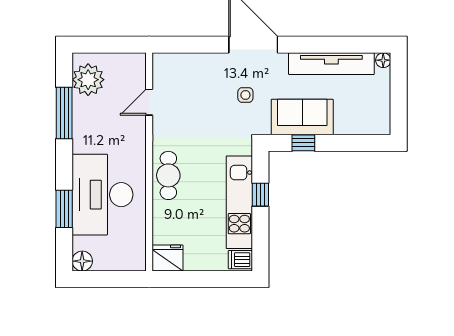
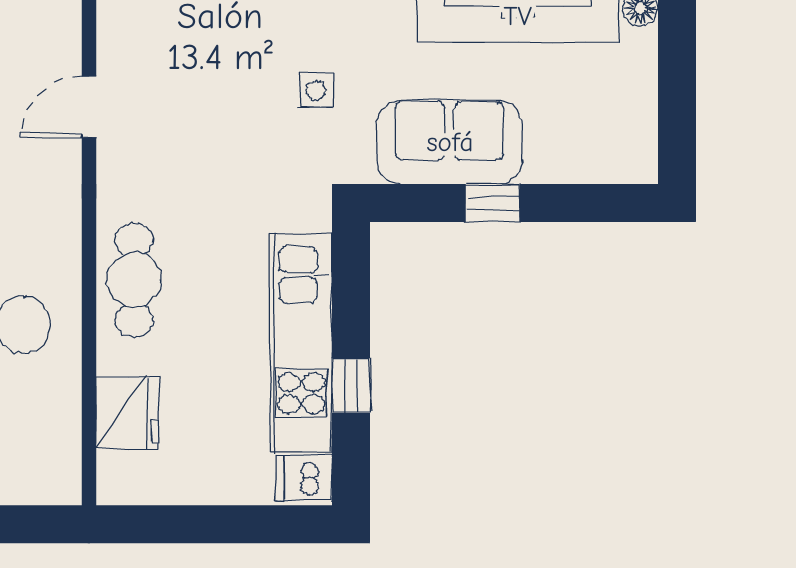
window: (303, 143) -> (493, 203), moved
window: (260, 195) -> (351, 386), moved
fridge: (168, 258) -> (127, 413), moved, turned 90

